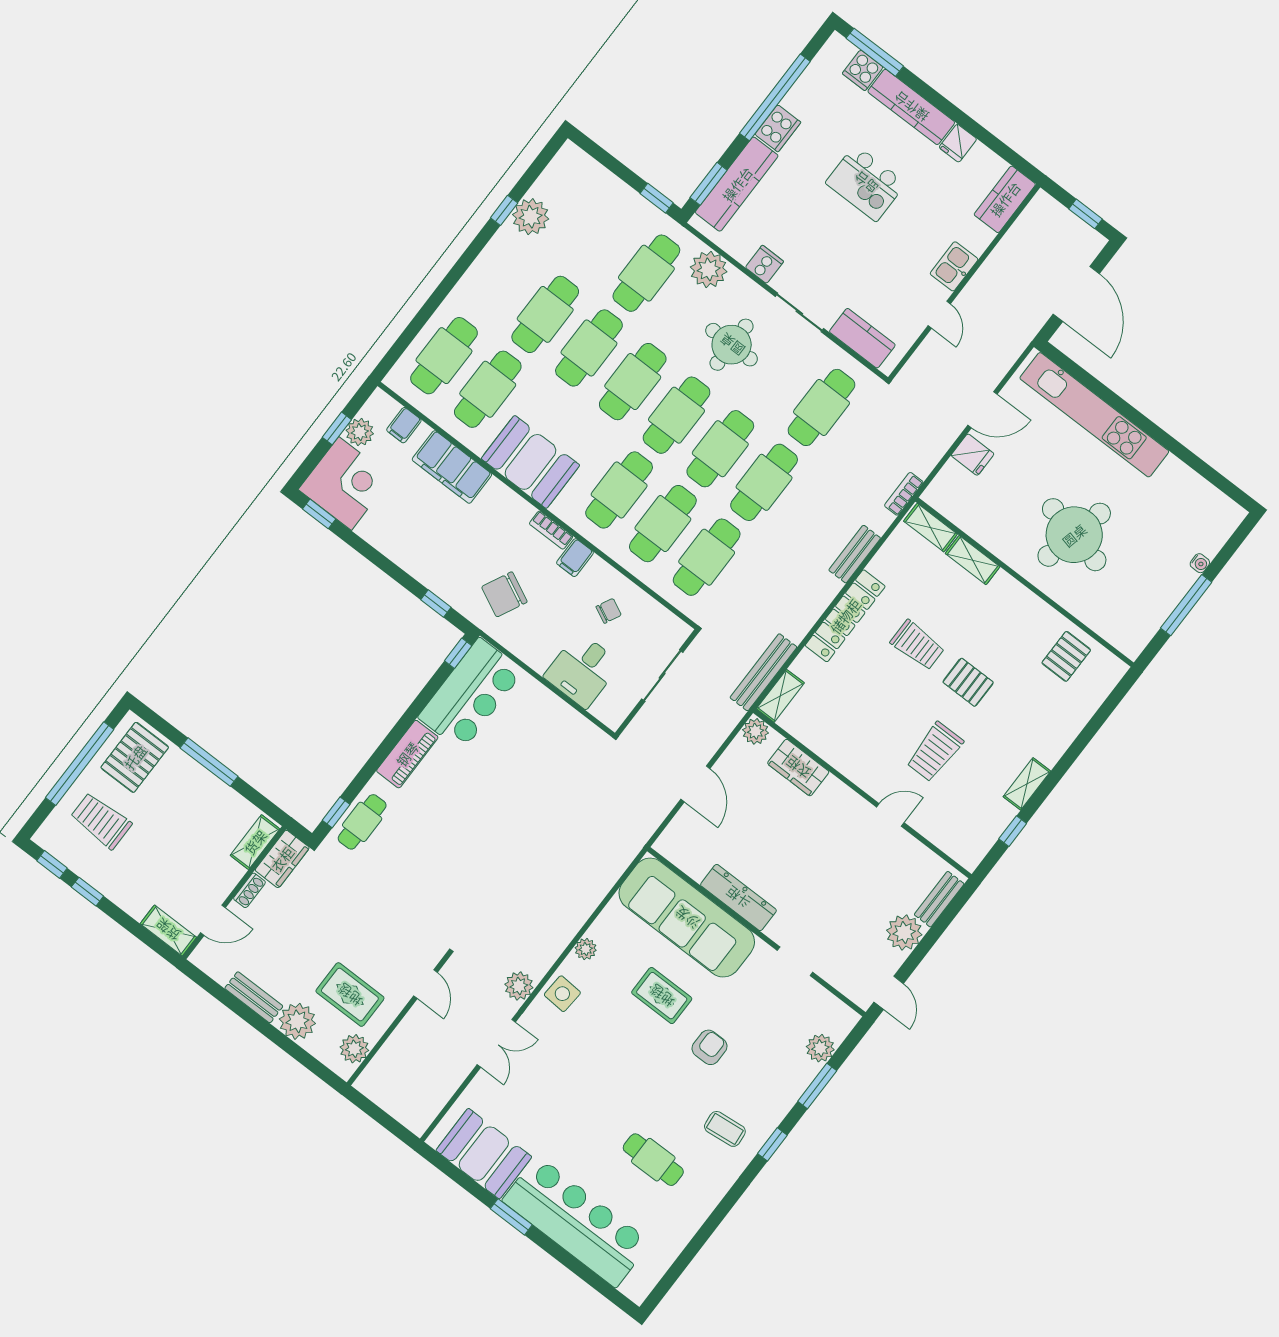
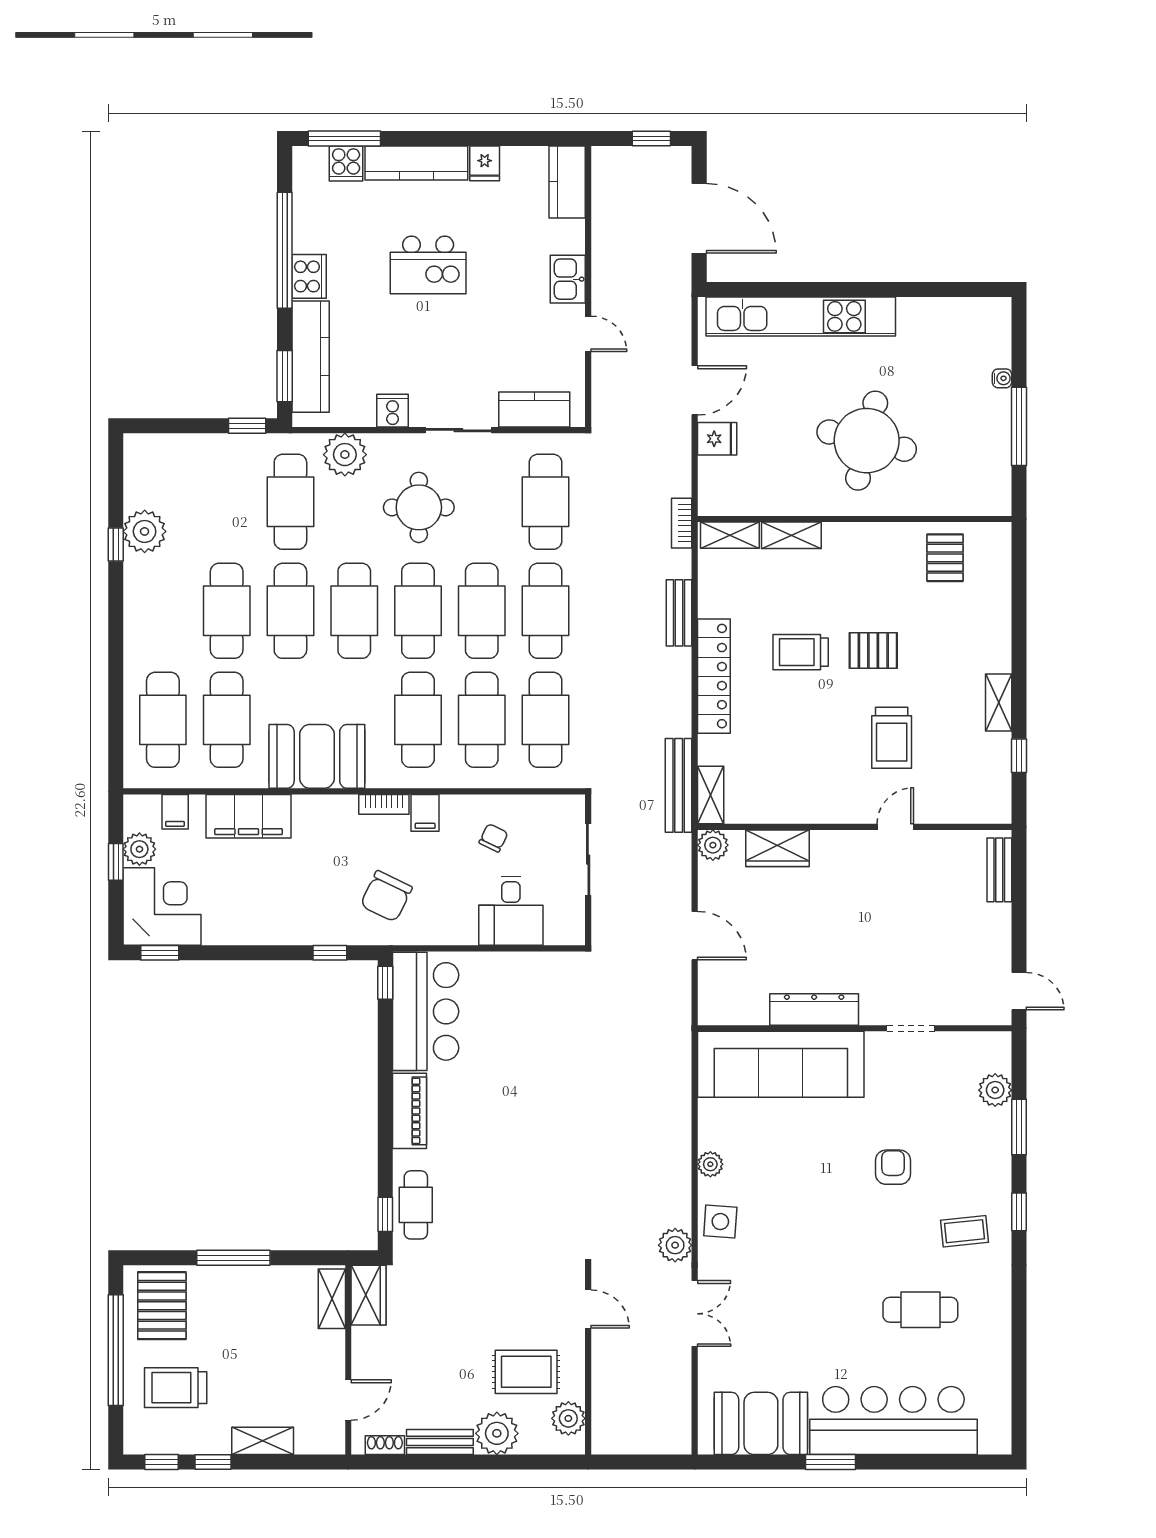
trolley: (917, 645) -> (801, 652), turned 180
shoe rack: (249, 890) -> (385, 1445), moved, turned -90
shelving: (168, 930) -> (263, 1441), moved
plant: (904, 933) -> (991, 925), removed
rug: (662, 996) -> (813, 1153), removed

